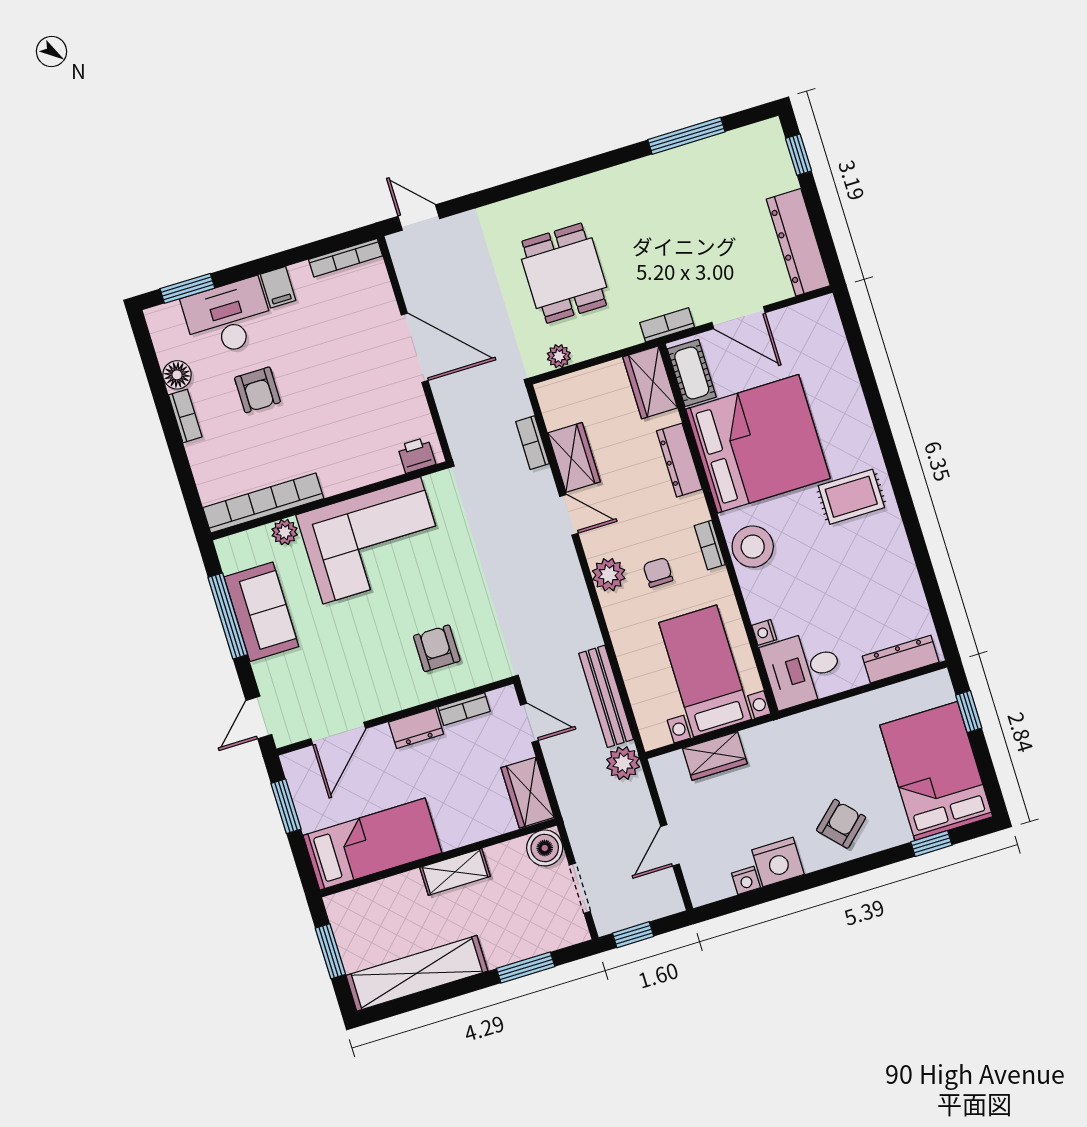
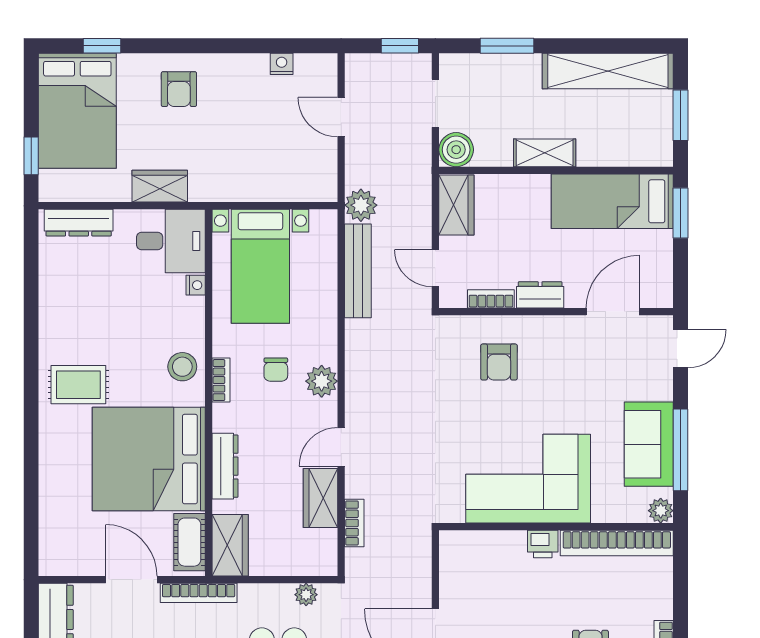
bookcase: (667, 325) -> (199, 593), width x1.56
printer: (417, 455) -> (543, 544), moved
door: (569, 515) -> (341, 447), hinge flipped
plant: (285, 532) -> (661, 511), moved
stool: (753, 547) -> (182, 367), width x0.73, depth x0.73
wardrobe: (715, 756) -> (160, 186), moved
window: (286, 806) -> (681, 213), moved
armchair: (841, 824) -> (179, 89), turned -47
door: (670, 845) -> (341, 117), swing flipped
nightstand: (778, 862) -> (247, 72), removed

